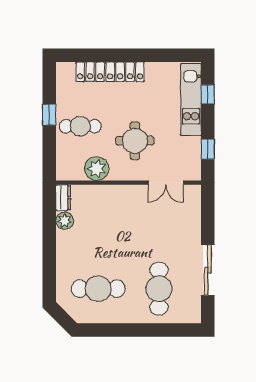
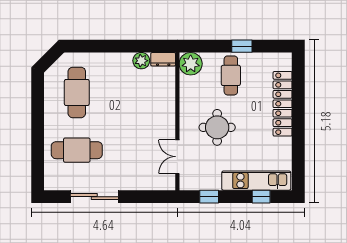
plant: (97, 169) -> (191, 64), moved

